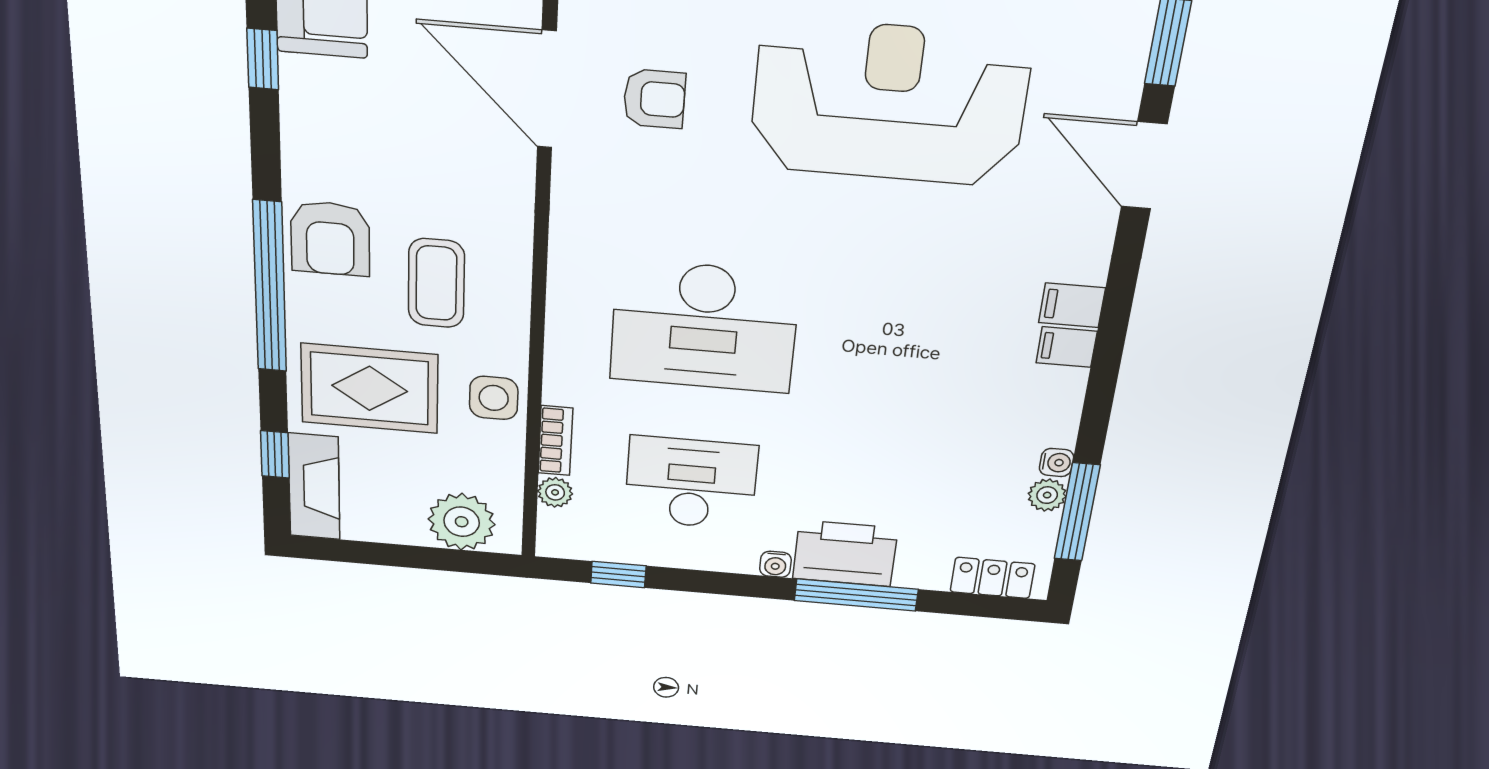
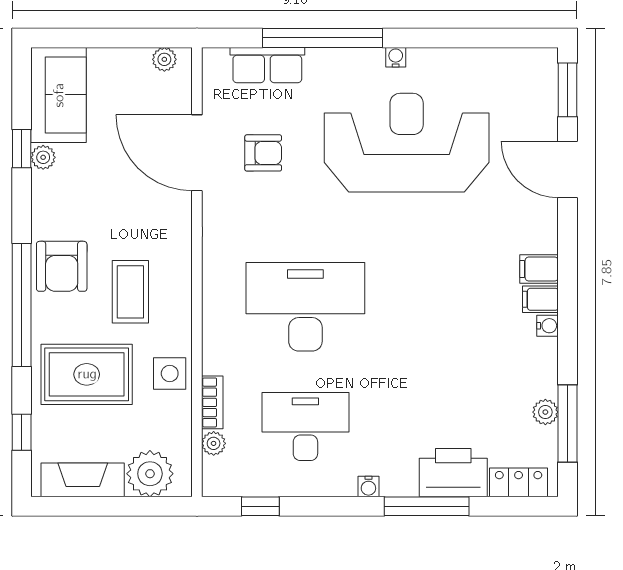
plant: (298, 75) -> (43, 157), added
desk: (704, 327) -> (305, 307), turned 180
water cooler: (1056, 462) -> (548, 326), moved
fireplace: (314, 487) -> (83, 480), moved, turned -90
printer: (845, 553) -> (453, 473), moved

